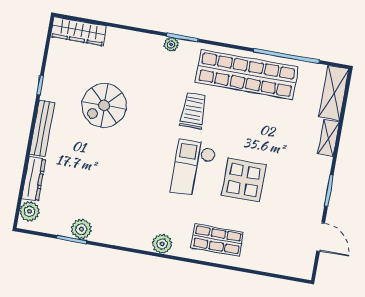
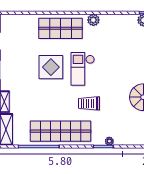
trolley: (193, 111) -> (89, 103), turned 90
checkout: (193, 168) -> (83, 69), turned 180
shop shelf: (217, 240) -> (60, 28), width x1.43, depth x1.36

